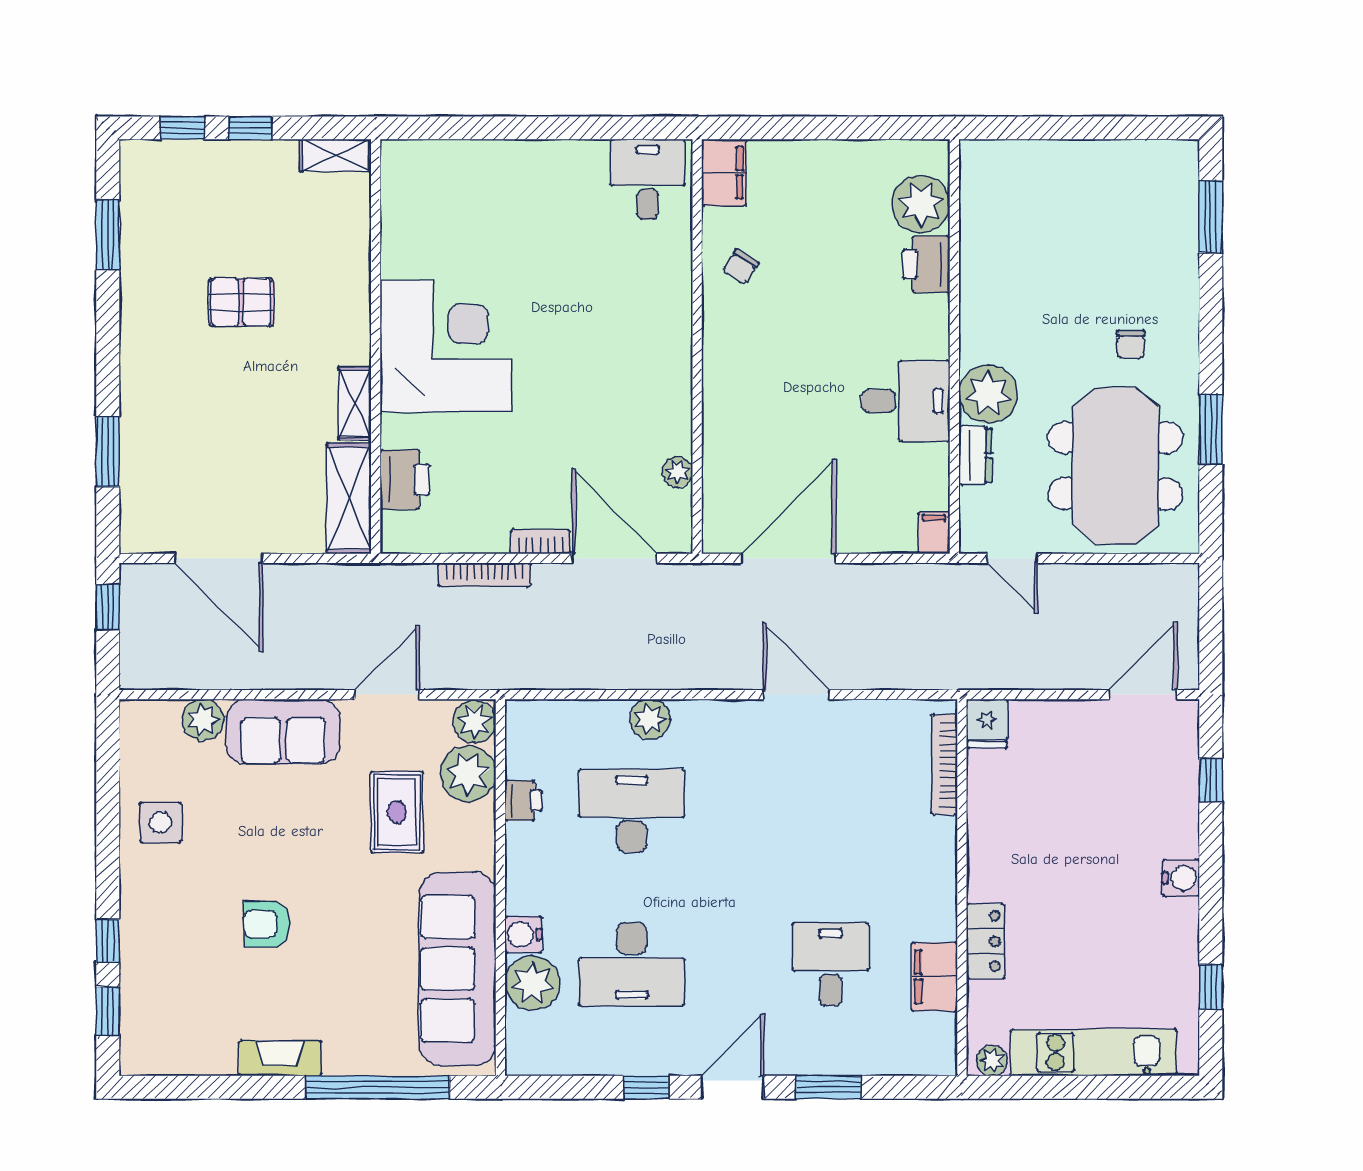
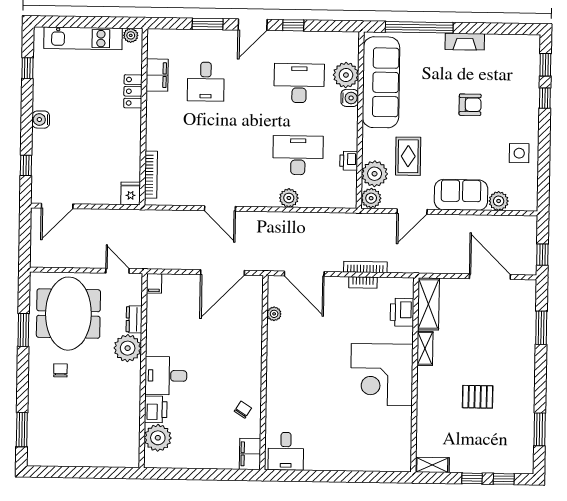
desk: (906, 401) -> (166, 376), moved
bookcase: (541, 542) -> (363, 282), moved
desk: (632, 811) -> (298, 155), turned 180

